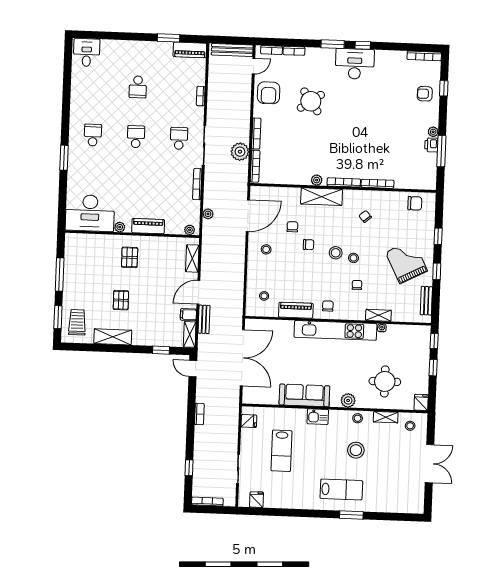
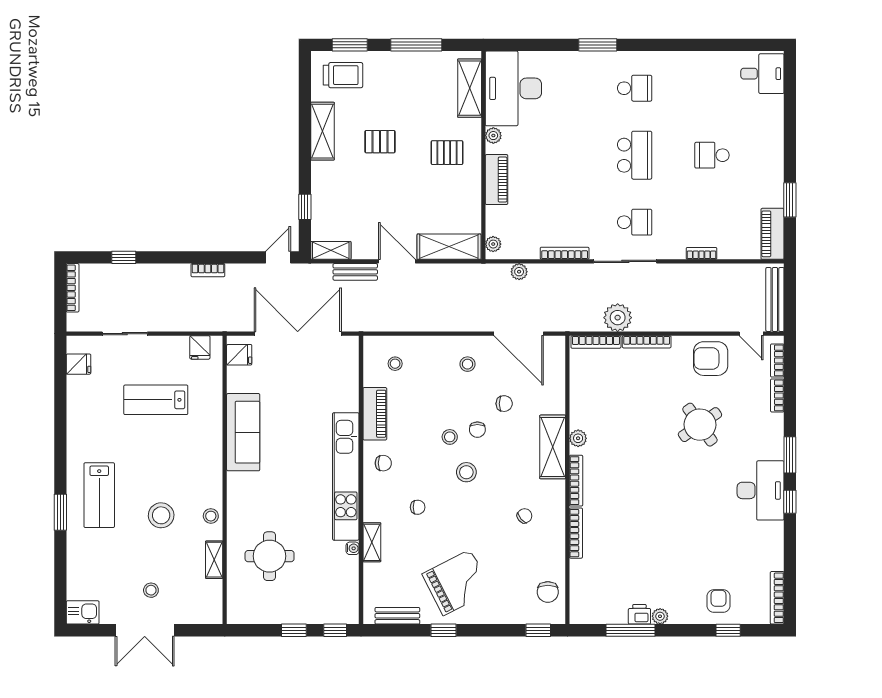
school desk: (136, 137) -> (635, 155), width x1.85
window: (438, 236) -> (538, 630), moved
shelving: (89, 241) -> (470, 88), added
shelving: (192, 258) -> (449, 247), width x1.50, depth x1.33
stool: (353, 258) -> (450, 437), moved
filing cabinet: (188, 315) -> (362, 247), removed
double door: (242, 358) -> (298, 334), swing flipped
plant: (348, 400) -> (238, 500), removed
fridge: (421, 402) -> (239, 355), moved
kitchen sink: (318, 417) -> (83, 612), moved, turned 90
stool: (410, 426) -> (151, 590), moved

